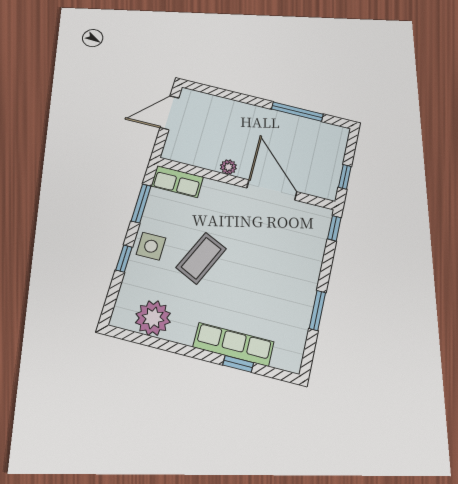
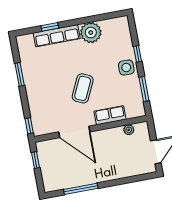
plant: (228, 167) -> (129, 130), moved
row of seats: (177, 182) -> (110, 115), moved
coffee table: (201, 258) -> (83, 88), moved
plant: (153, 318) -> (91, 33), moved

